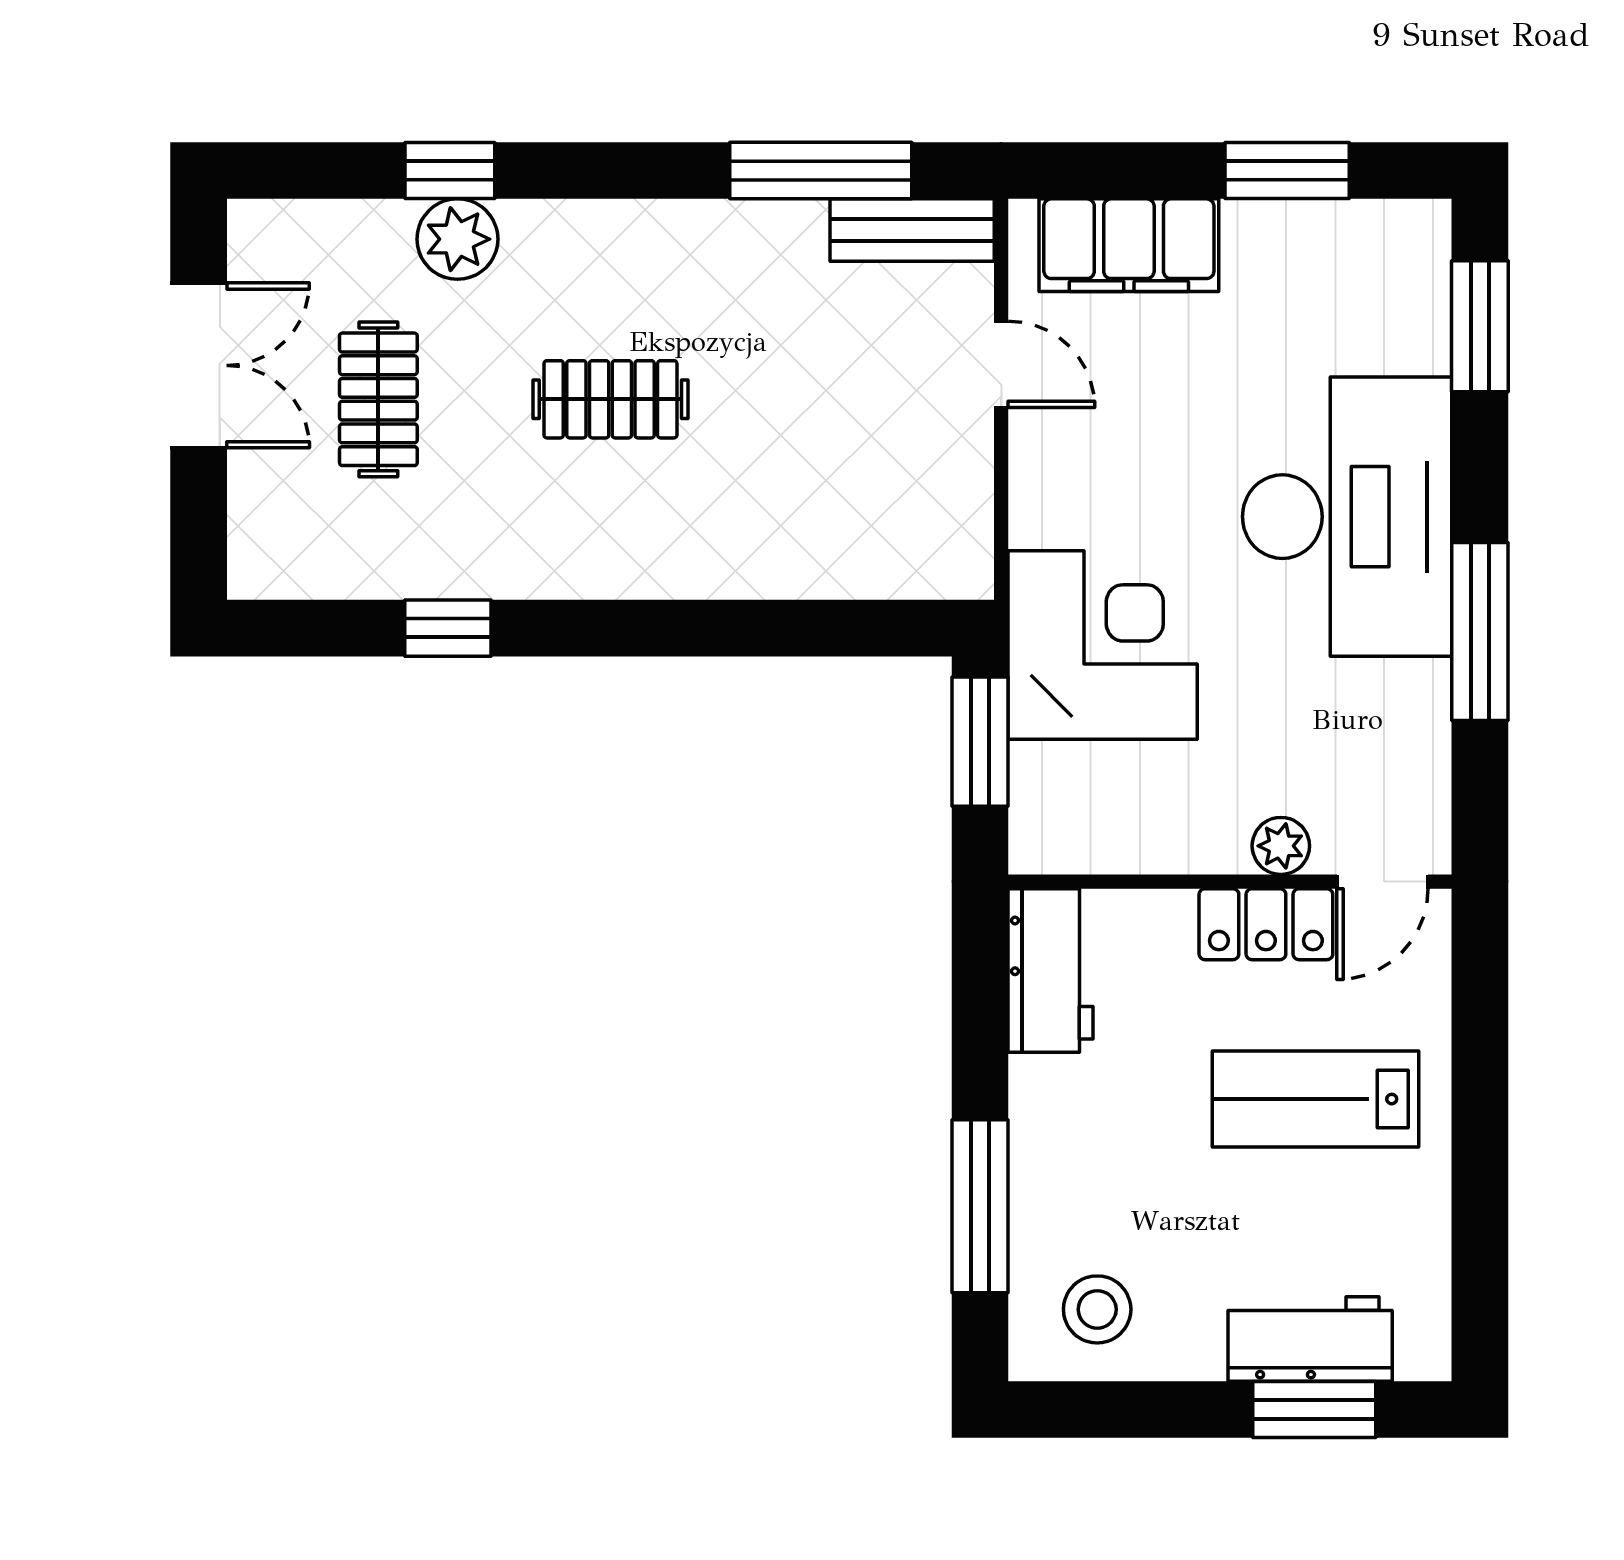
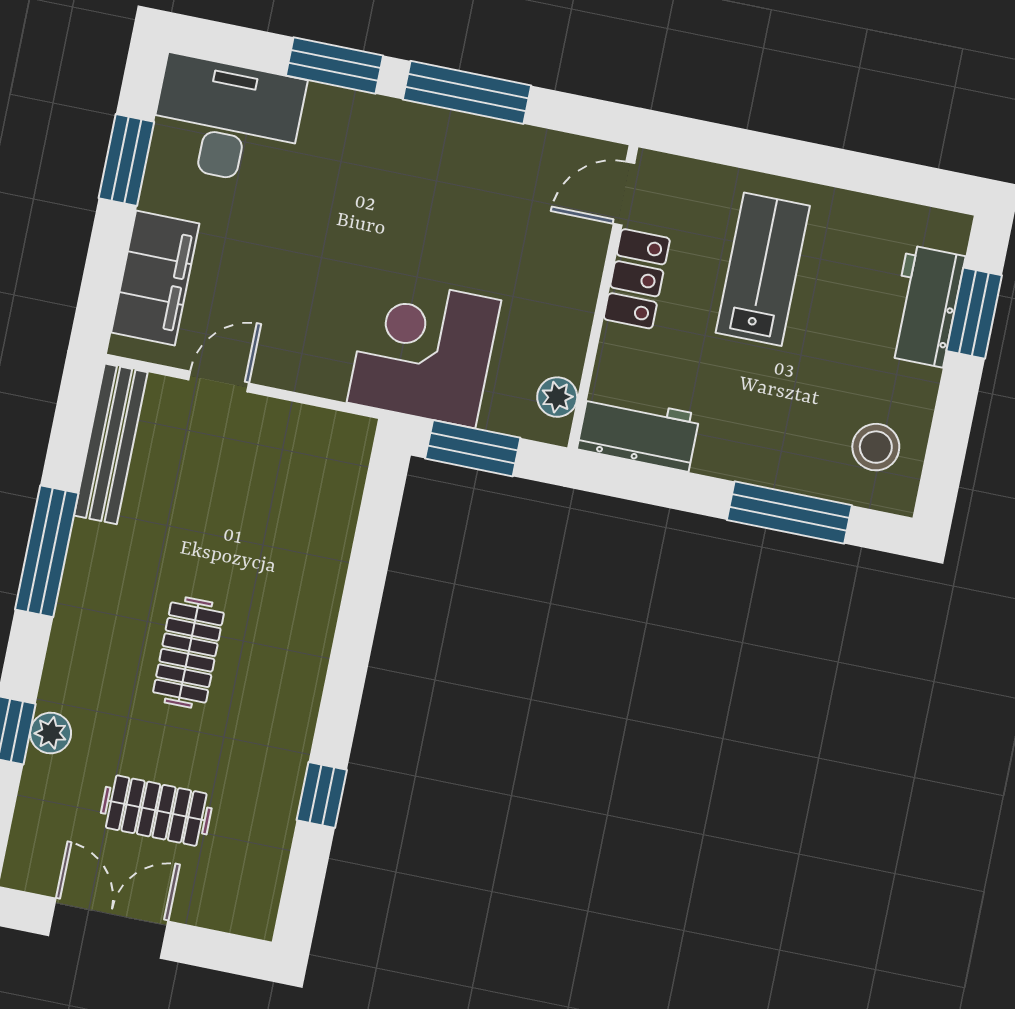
window: (821, 171) -> (47, 551), moved
bench: (912, 230) -> (111, 444), width x1.36
plant: (457, 239) -> (51, 733), width x0.73, depth x0.73
window: (1480, 326) -> (335, 65), moved
desk: (1347, 517) -> (227, 121), moved, width x0.73, depth x0.77
plant: (1281, 846) -> (557, 397), moved
door: (1382, 882) -> (624, 194), swing flipped
lab bench: (1315, 1099) -> (763, 269), turned 180

